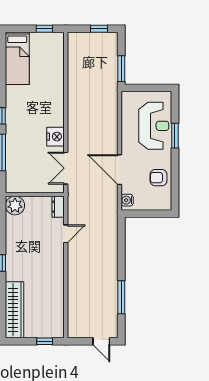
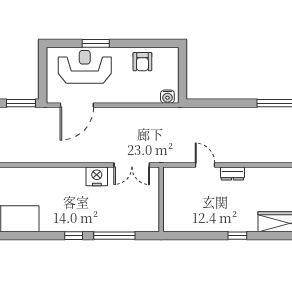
door: (119, 170) -> (77, 105), moved
plant: (15, 206) -> (173, 221), removed
dresser: (58, 207) -> (232, 173), moved

